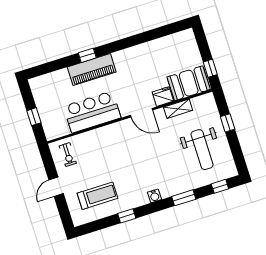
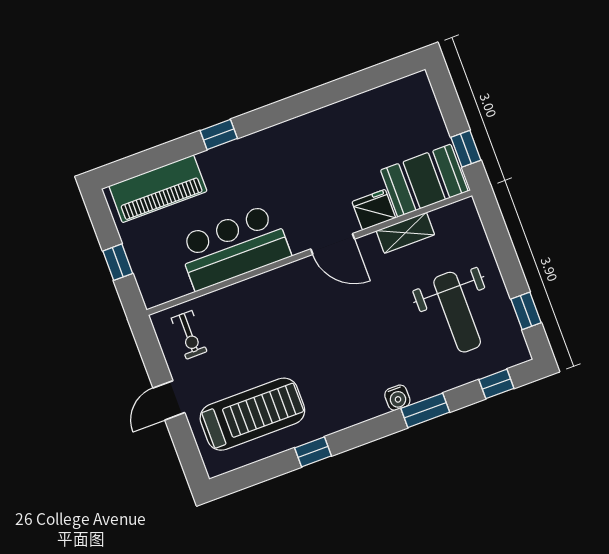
piano: (92, 70) -> (158, 189), moved
window: (228, 123) -> (526, 311), moved
treadmill: (97, 196) -> (252, 414), width x1.37, depth x1.38
water cooler: (154, 196) -> (397, 398), moved

